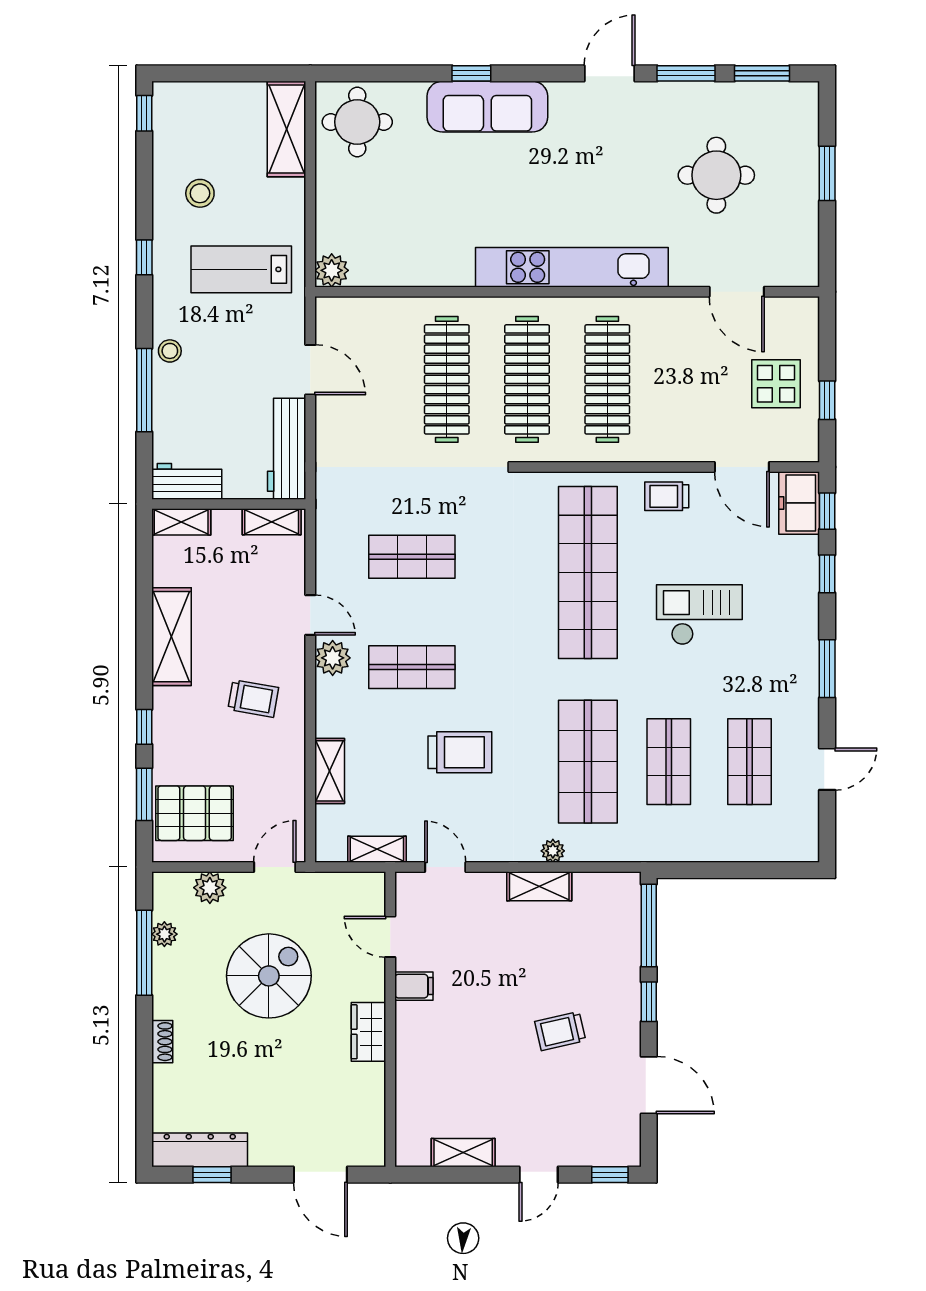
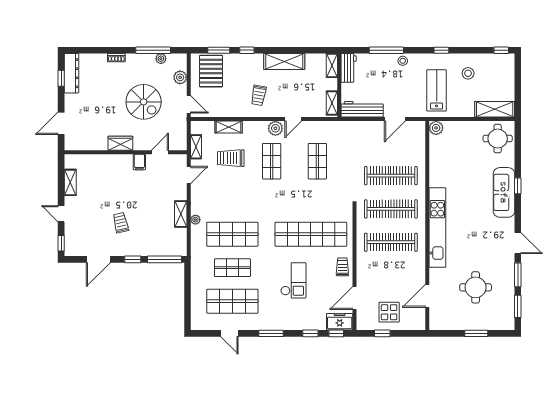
trolley: (460, 752) -> (231, 158), moved, turned 90
shop shelf: (749, 762) -> (232, 301), width x1.43, depth x1.36

